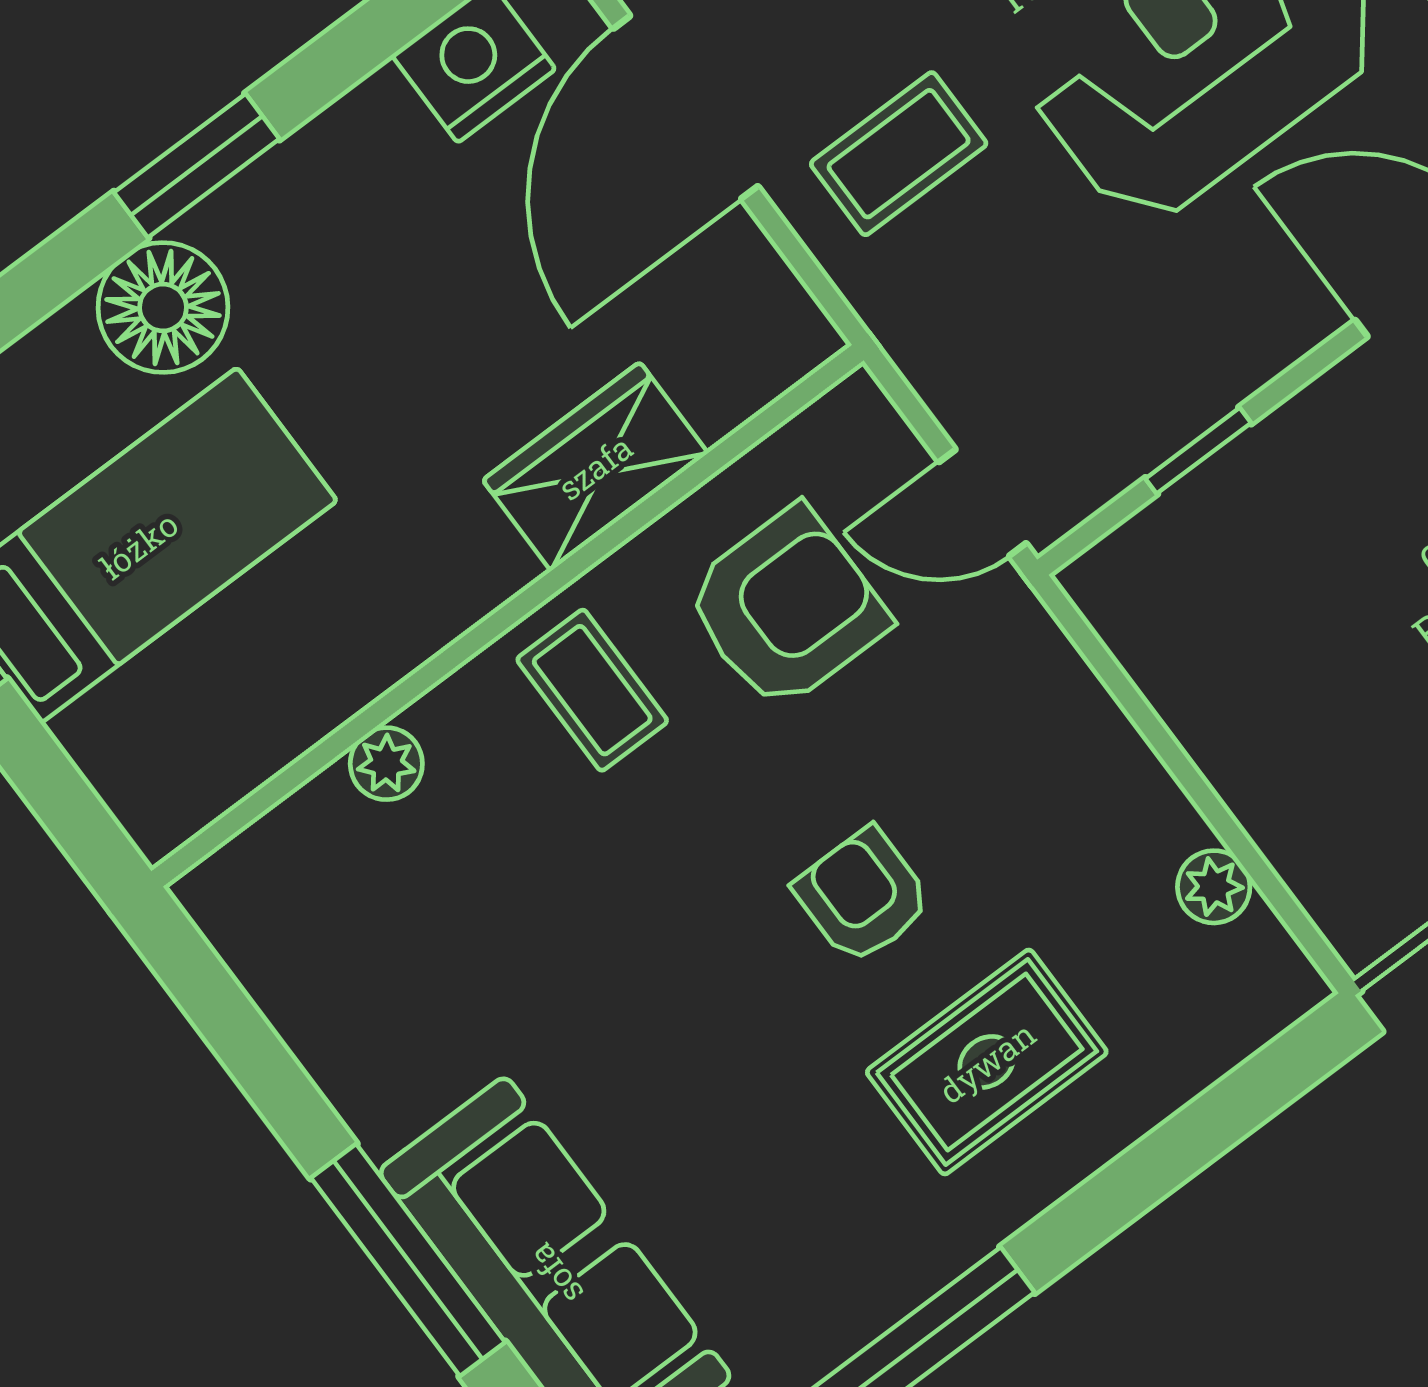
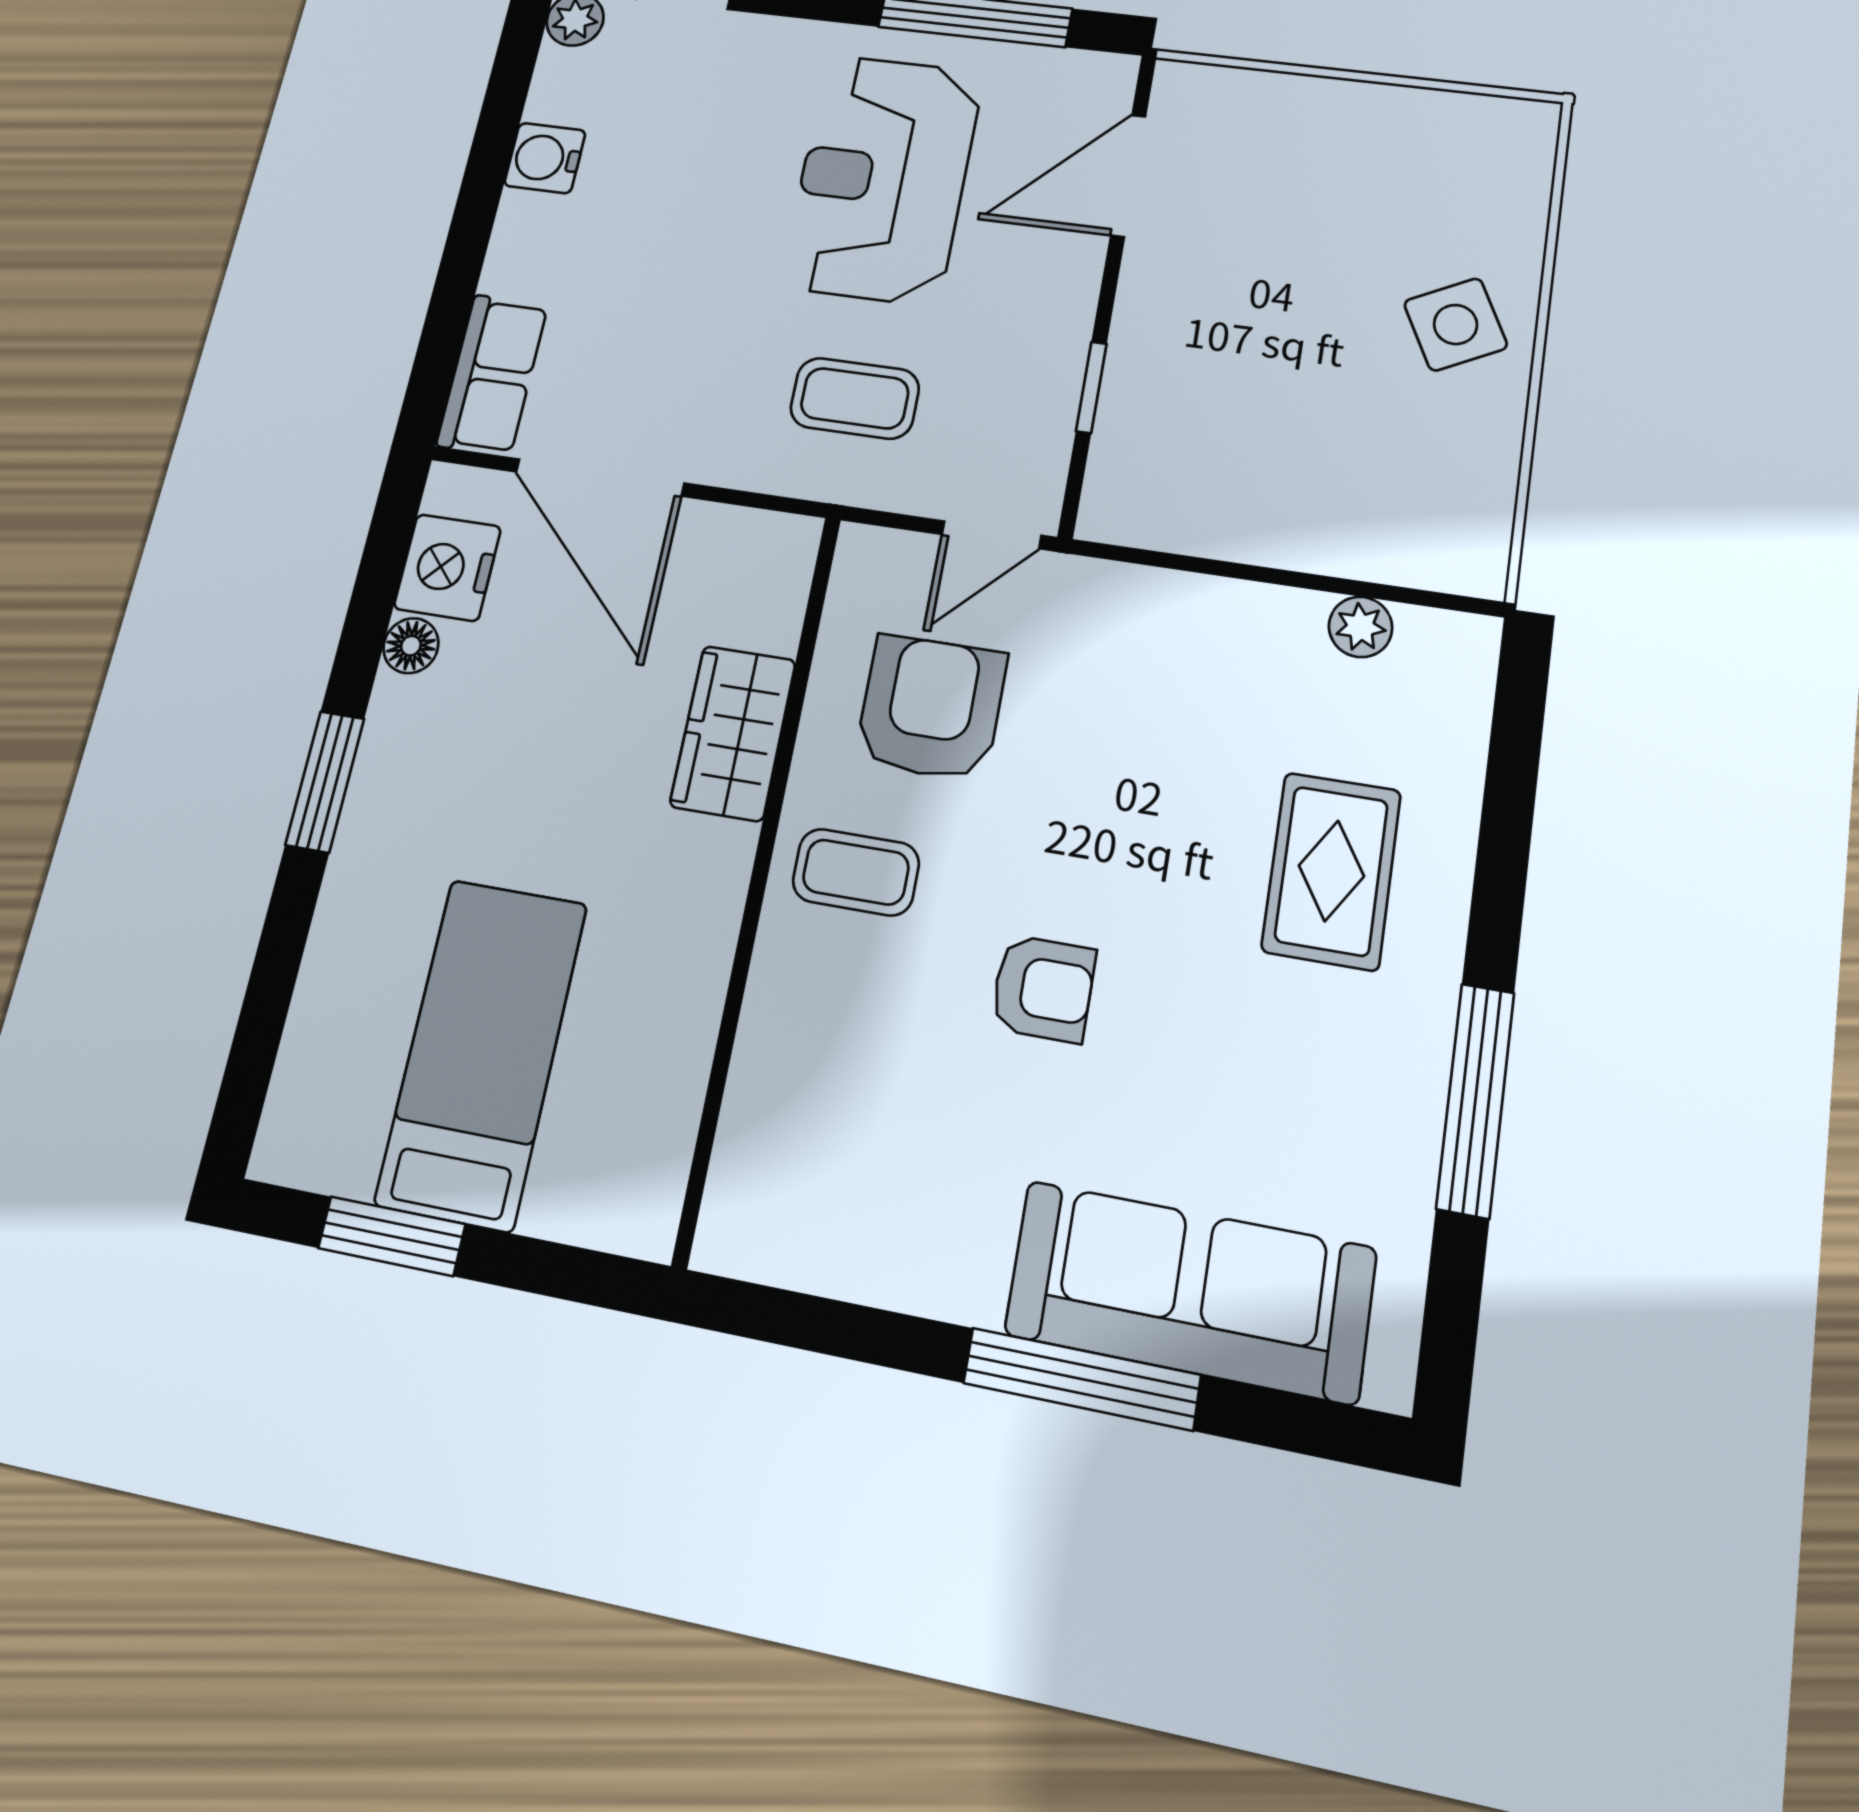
coffee table: (899, 154) -> (855, 398), moved, turned 90
floor lamp: (163, 308) -> (411, 646), moved, width x0.53, depth x0.53
plant: (386, 764) -> (765, 1045), removed
armchair: (863, 896) -> (1043, 989), moved, turned 180

